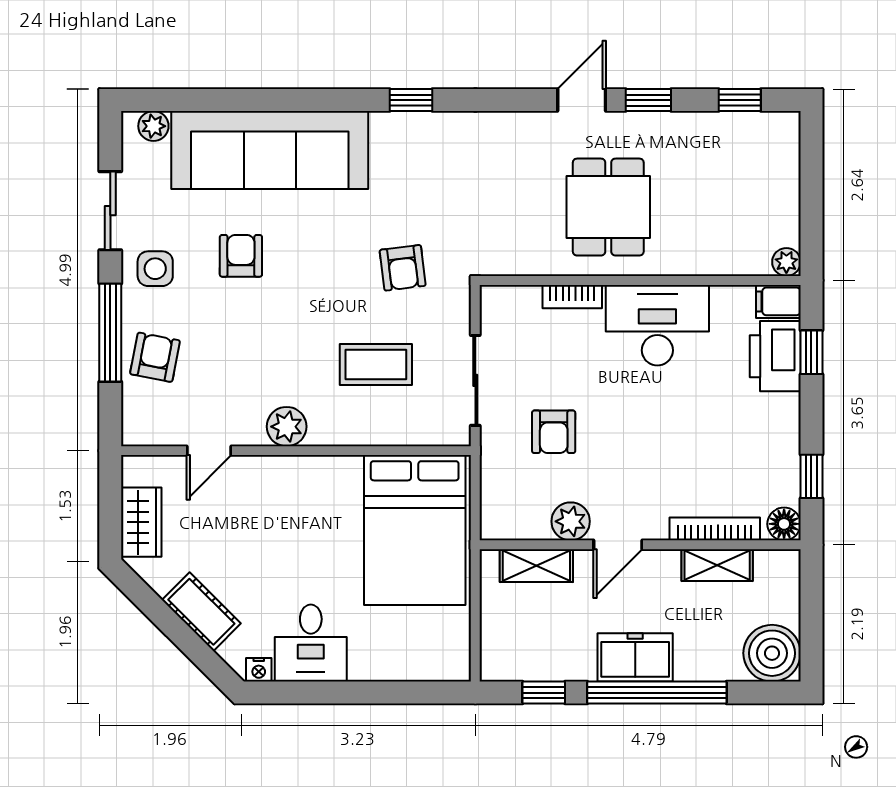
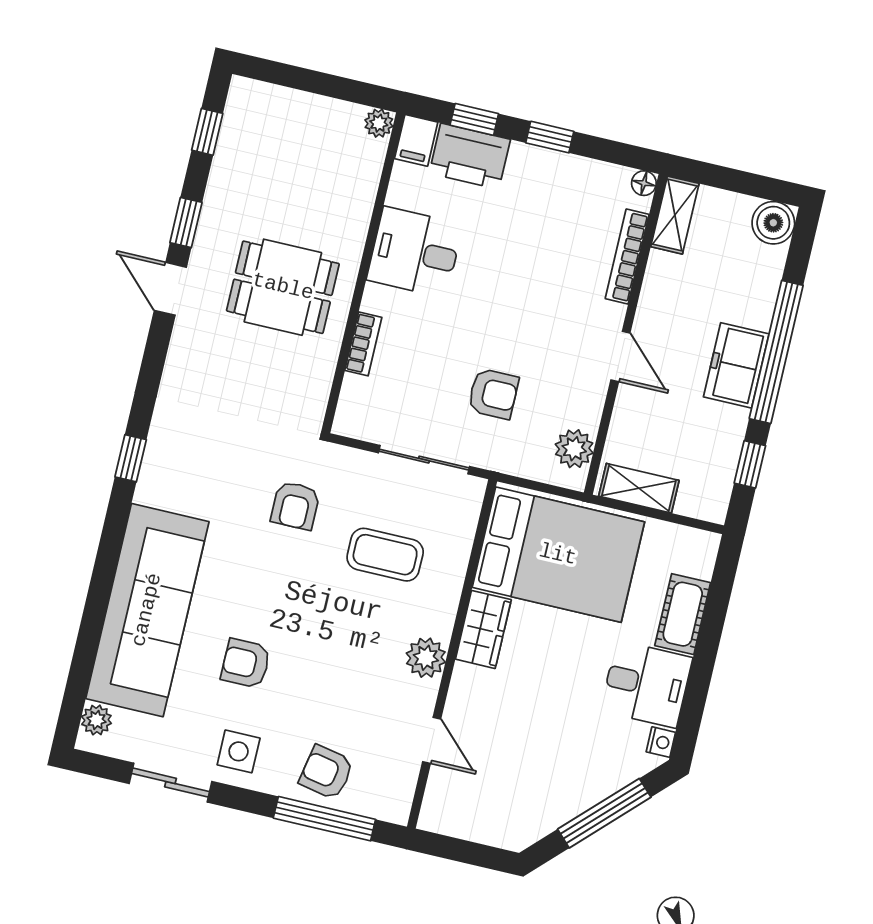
armchair: (403, 268) -> (295, 506), turned 97
desk: (657, 325) -> (415, 252), width x0.73
window: (110, 333) -> (324, 819), moved
coffee table: (376, 365) -> (385, 555), turned 90
window: (811, 476) -> (550, 137), moved
plant: (571, 521) -> (574, 449), moved
wardrobe: (141, 522) -> (483, 629), moved, turned 90
floor lamp: (784, 524) -> (644, 183), width x0.73, depth x0.73
shelving: (717, 565) -> (675, 215), moved
shelving: (536, 566) -> (639, 488), moved, turned 90
cot: (201, 612) -> (683, 614), moved, turned -45
window: (178, 632) -> (604, 813), added
boiler: (772, 653) -> (773, 223), width x0.73, depth x0.73

